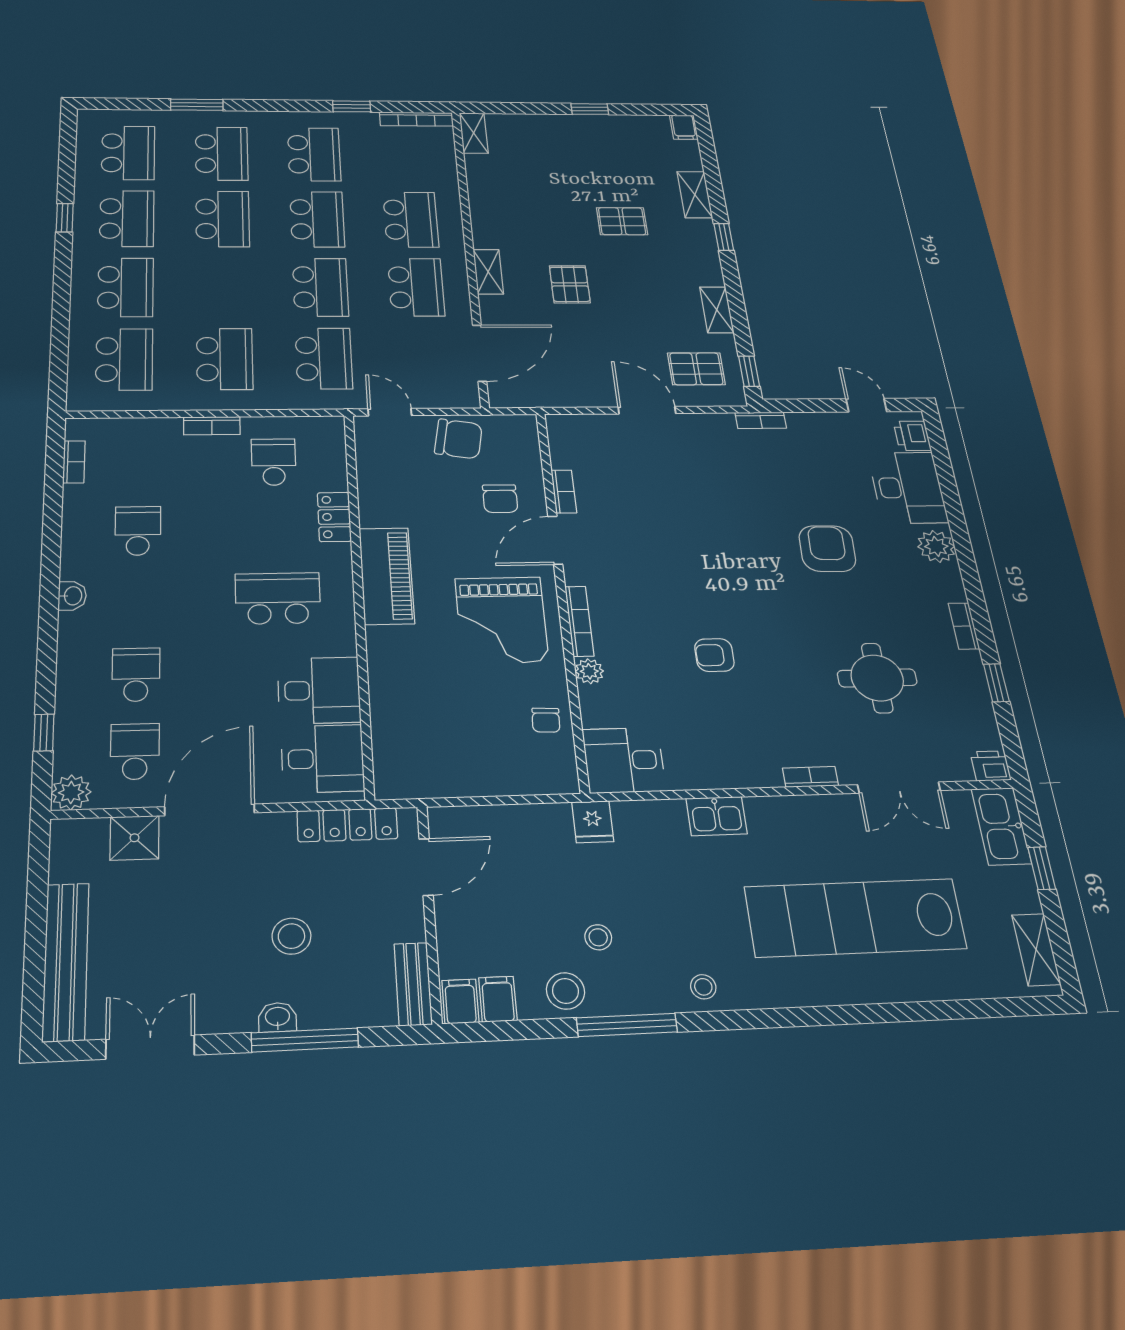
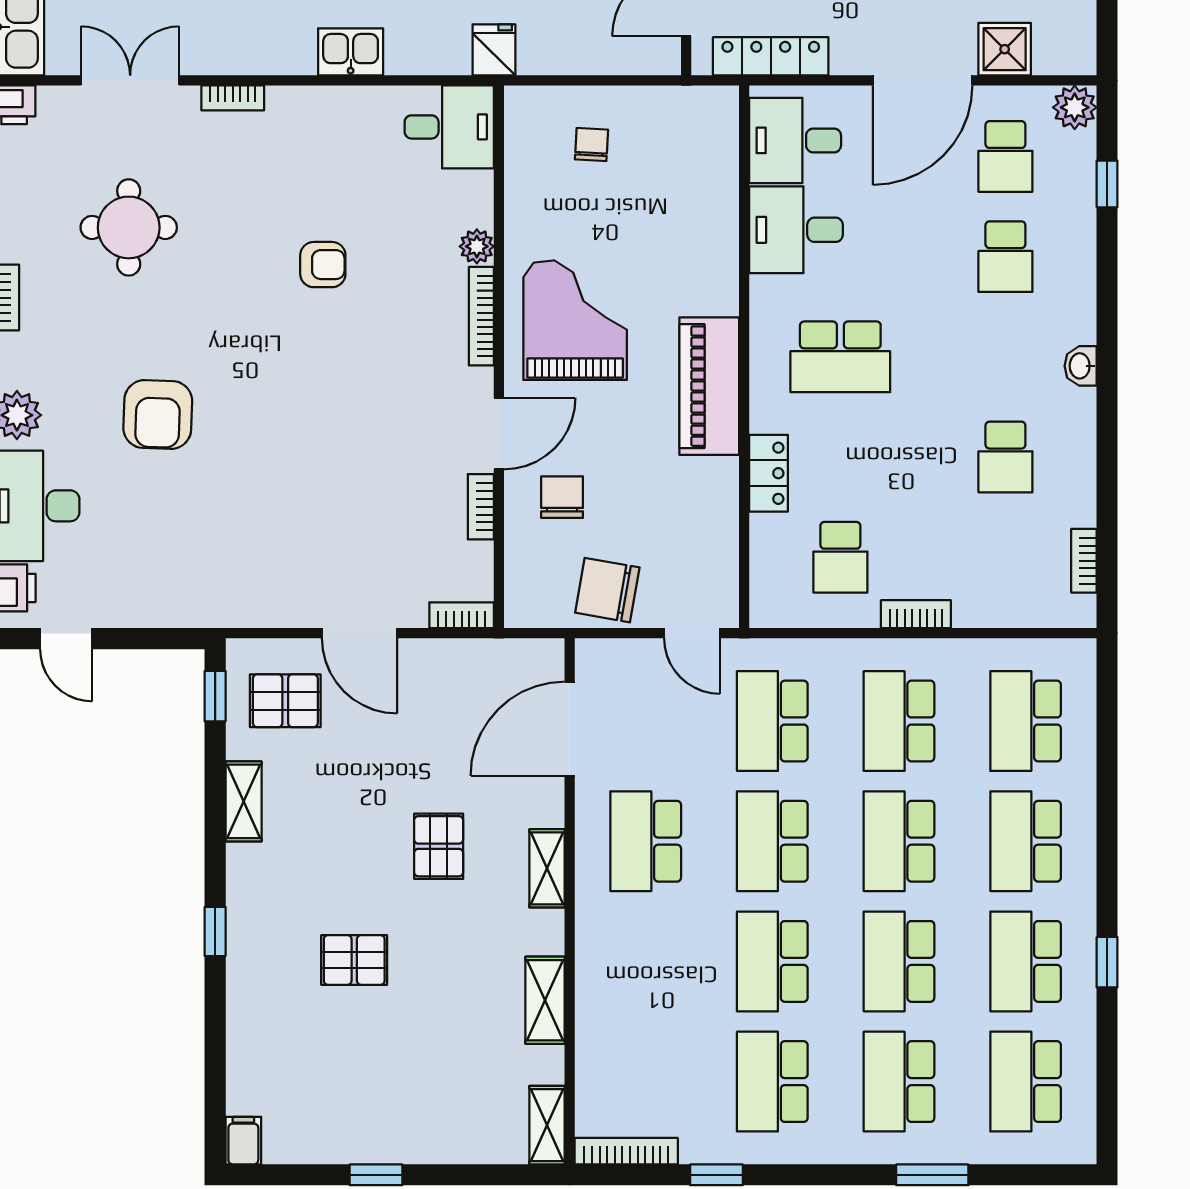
shelving: (695, 195) -> (545, 1000), moved
school desk: (411, 220) -> (899, 841), moved
bookcase: (761, 420) -> (462, 615), moved
chair: (546, 720) -> (591, 145), moved

